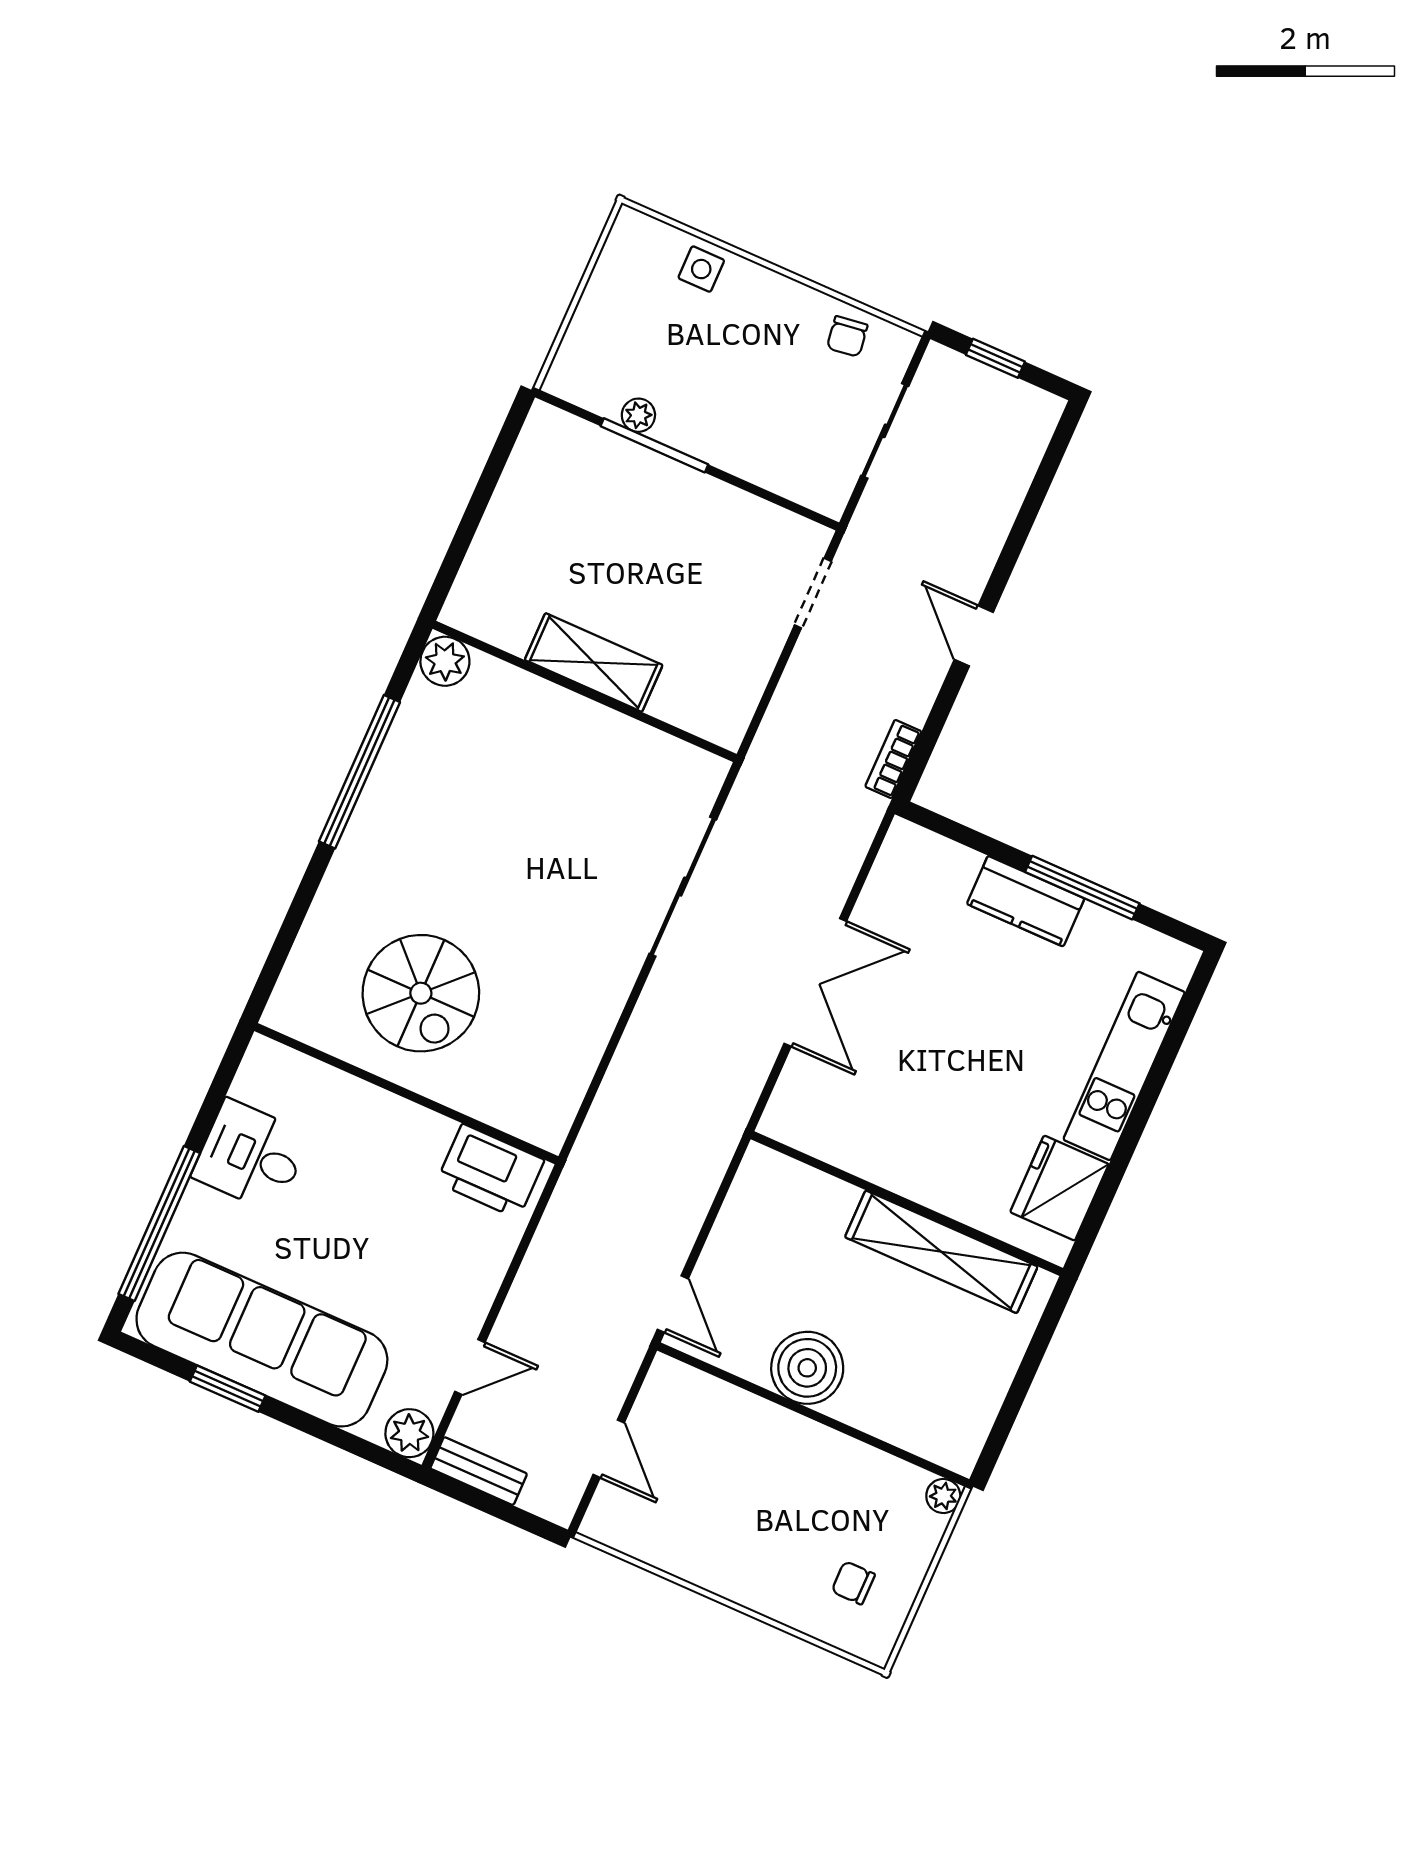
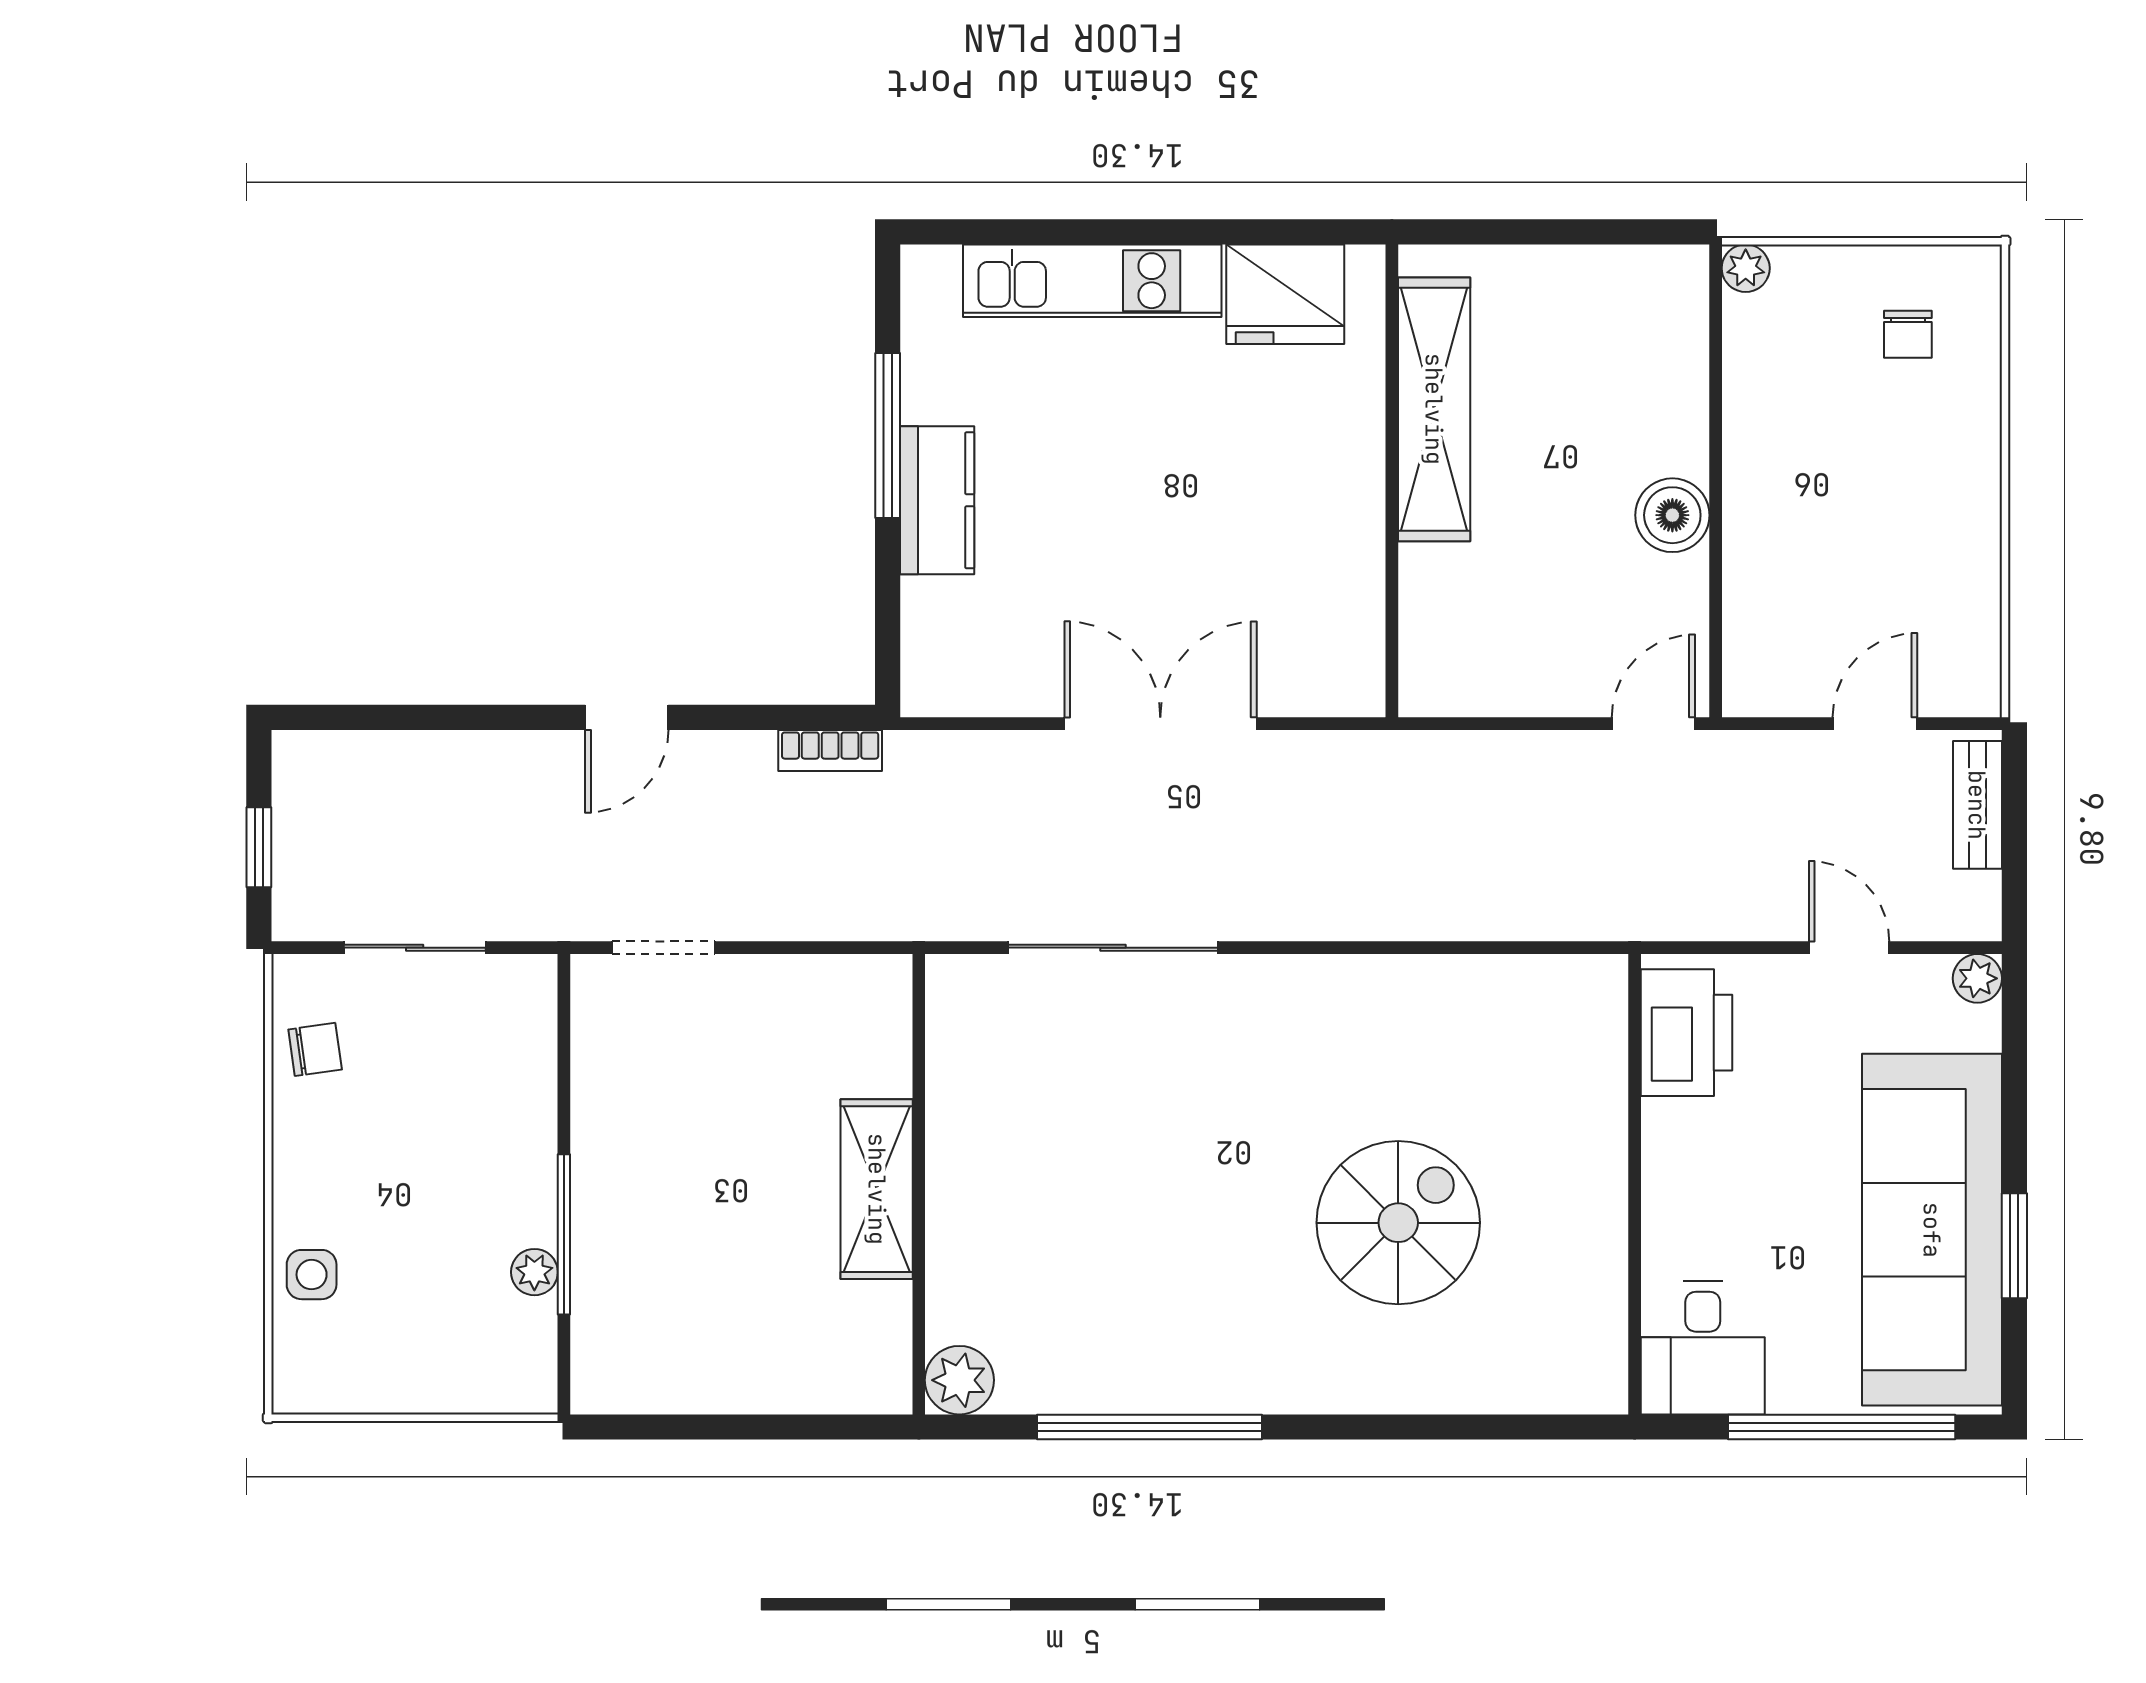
wall: (406, 1094) -> (1635, 1184), moved
printer: (490, 1171) -> (1686, 1033), moved
boiler: (807, 1368) -> (1672, 515), width x0.73, depth x0.73
plant: (409, 1433) -> (1977, 978), width x0.73, depth x0.73
bench: (479, 1471) -> (1977, 805), moved

